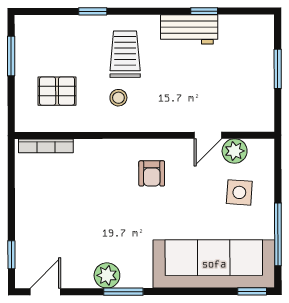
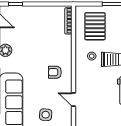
pallet: (57, 91) -> (95, 26), width x1.50, depth x1.42
plant: (235, 151) -> (66, 112), removed

